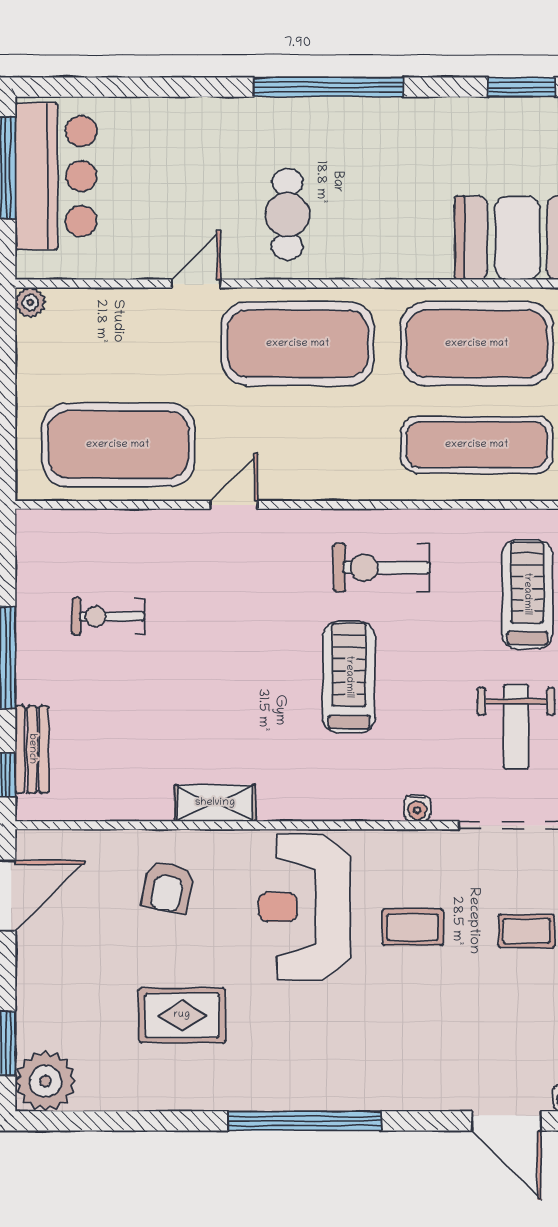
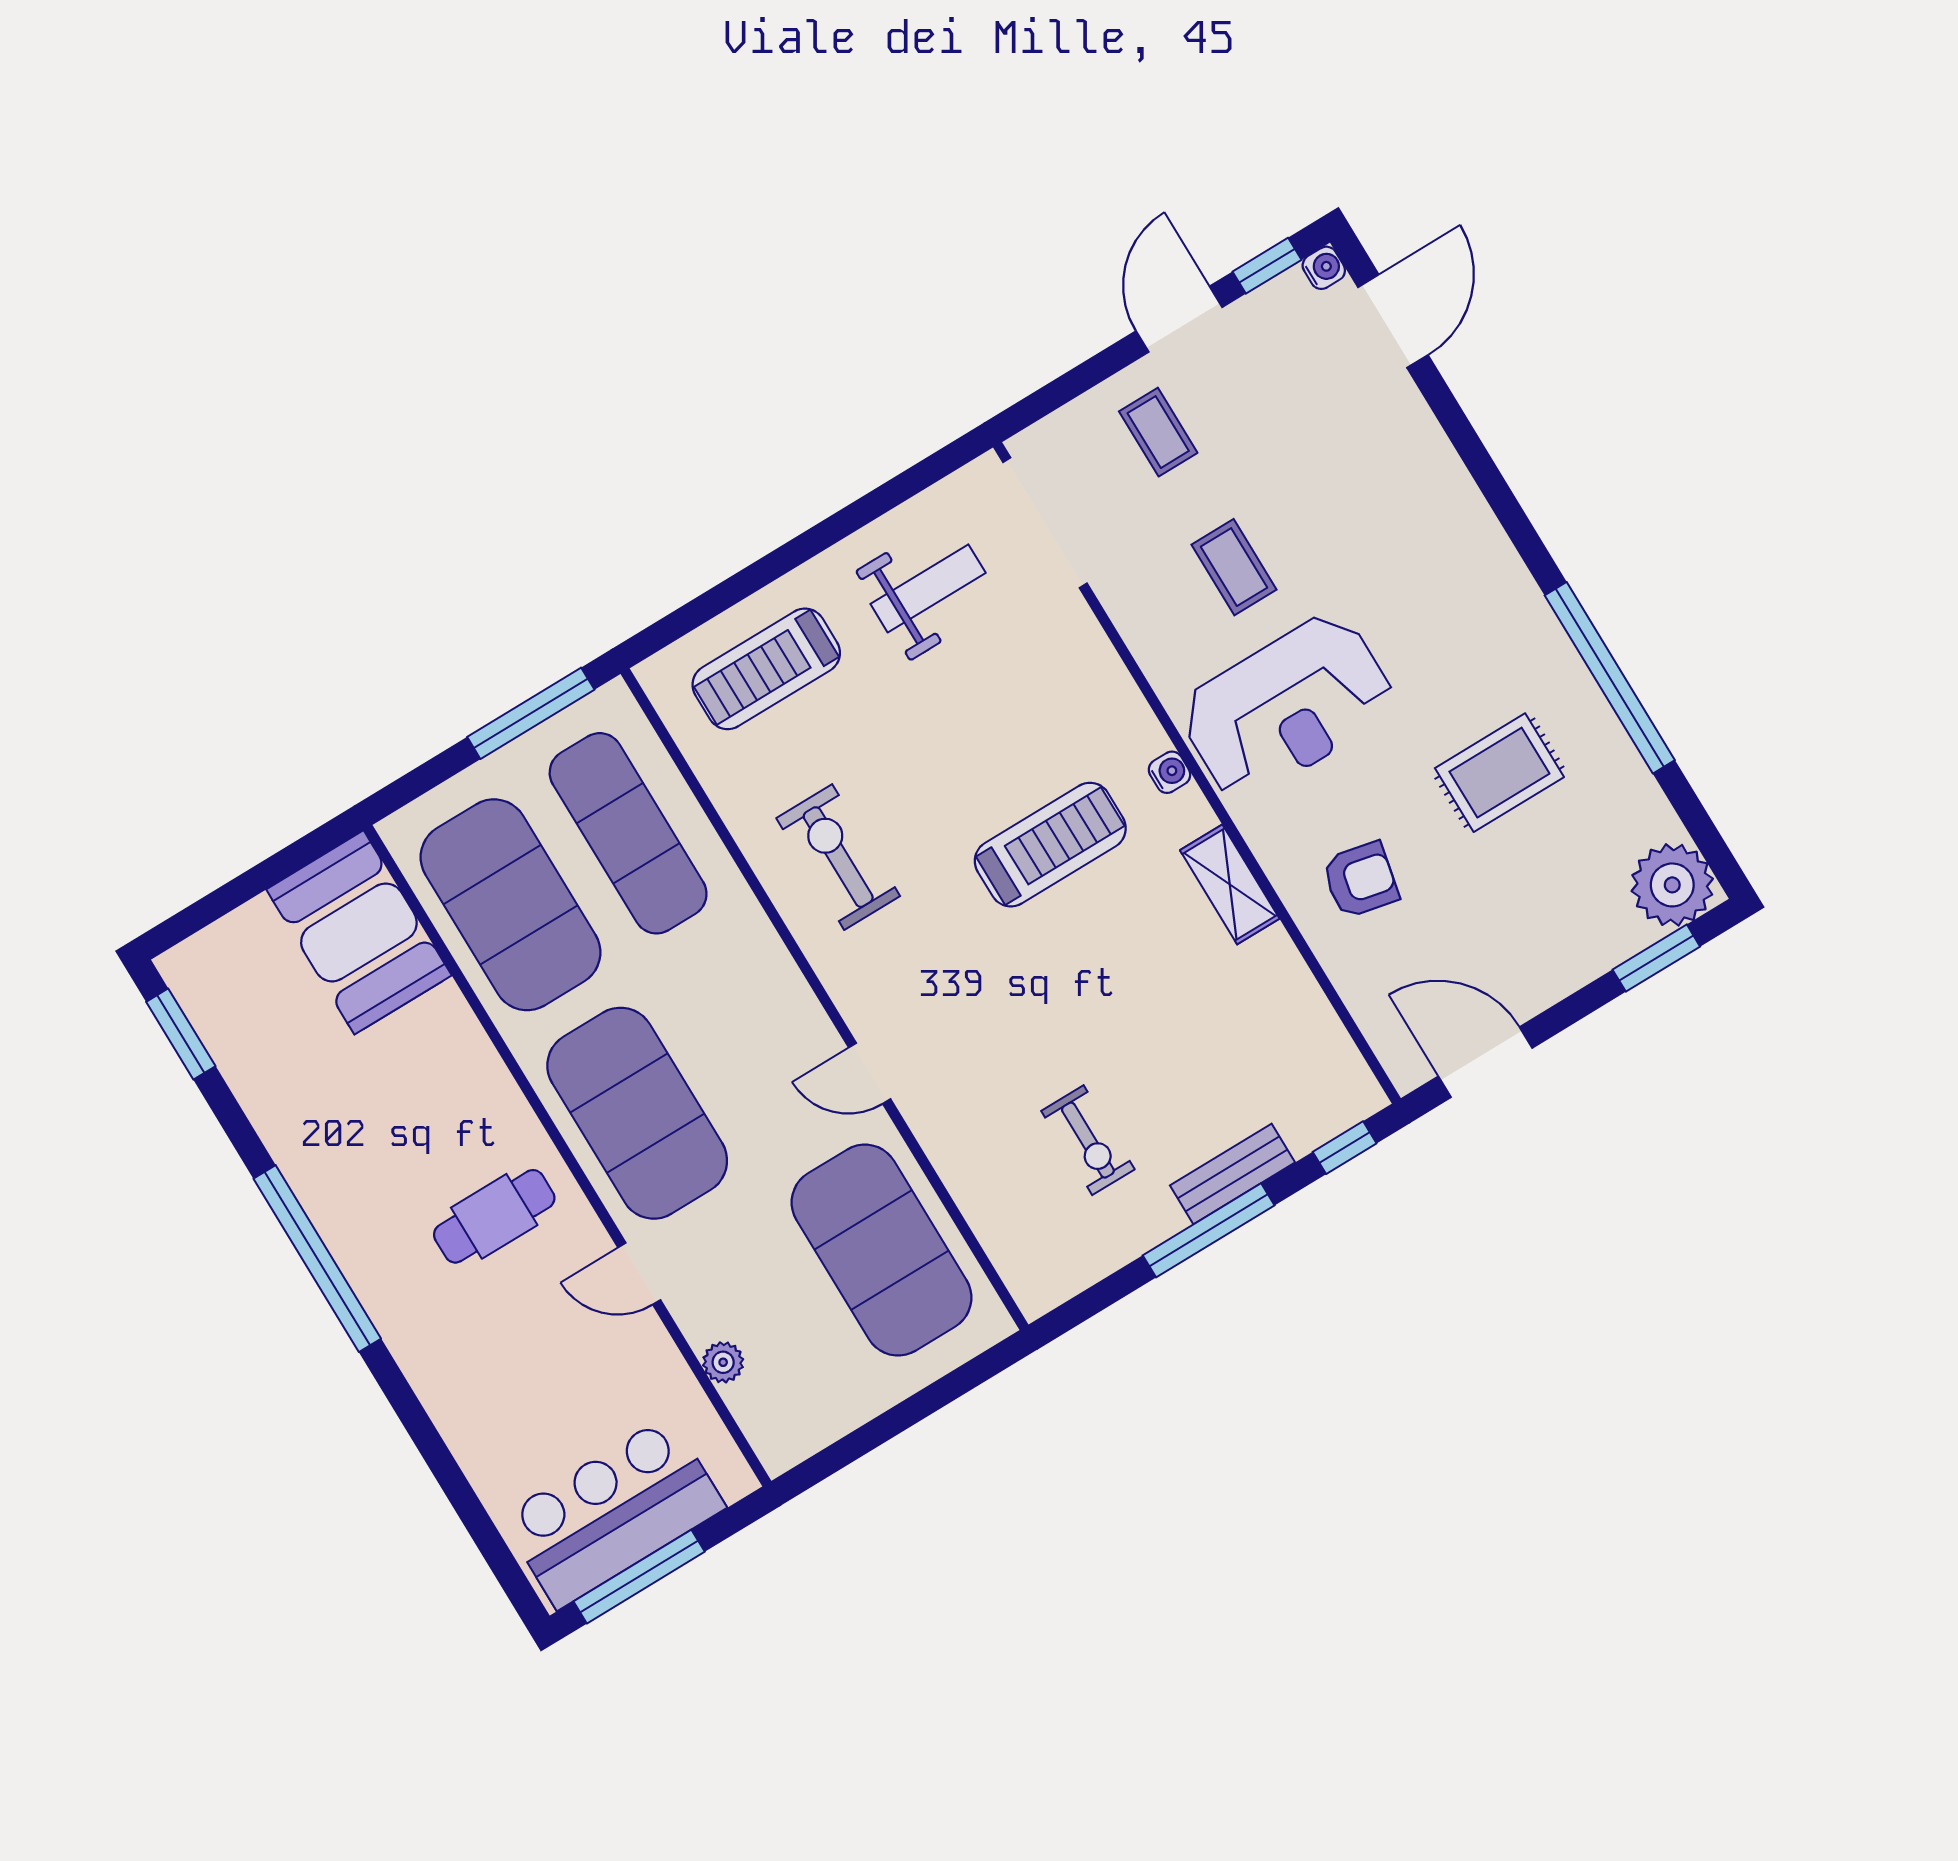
plant: (30, 302) -> (723, 1362), moved
exercise bike: (382, 568) -> (838, 857), turned 180
treadmill: (349, 677) -> (1050, 845), moved, turned 180
bench: (32, 749) -> (1233, 1174), moved
water cooler: (417, 808) -> (1169, 772), moved
rug: (182, 1015) -> (1499, 773), turned 90
window: (305, 1121) -> (1610, 678), moved

